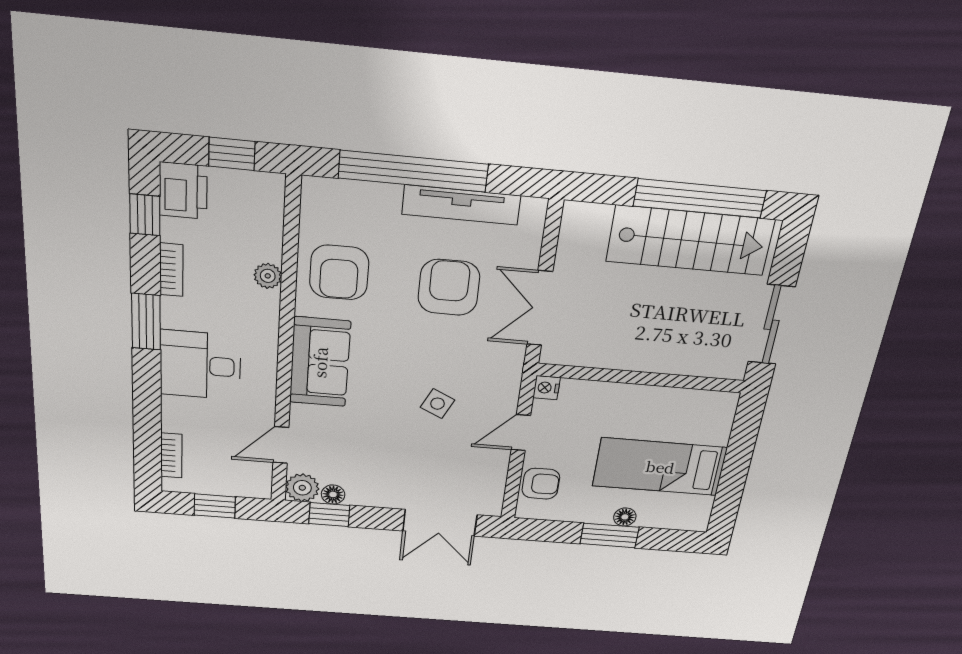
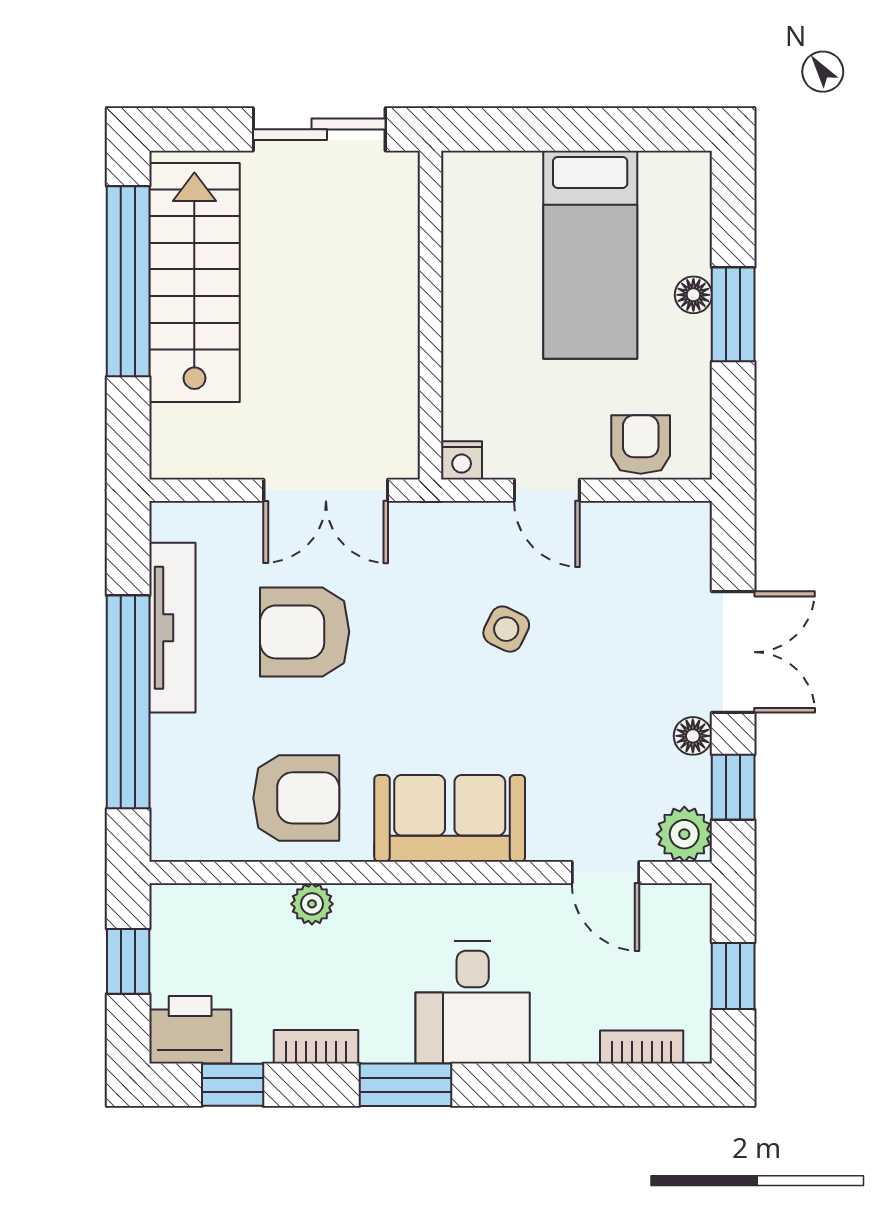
floor lamp: (333, 494) -> (693, 736), moved
double door: (440, 523) -> (733, 652), moved

